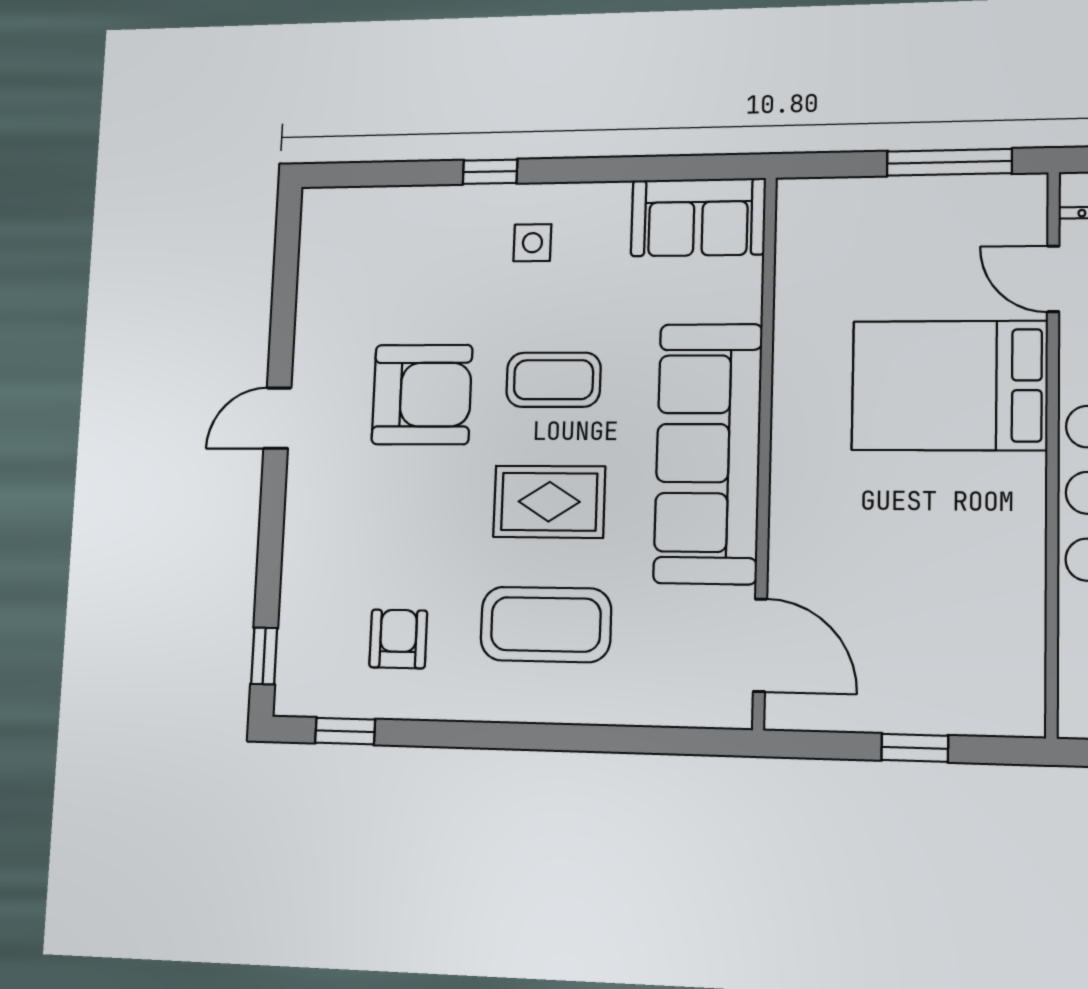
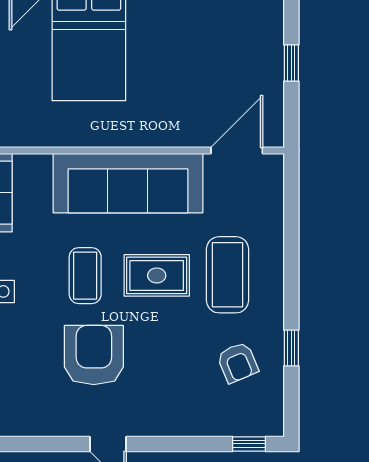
rug: (549, 502) -> (157, 275), turned 90
armchair: (398, 639) -> (238, 362), turned -113
window: (345, 731) -> (291, 348), moved

